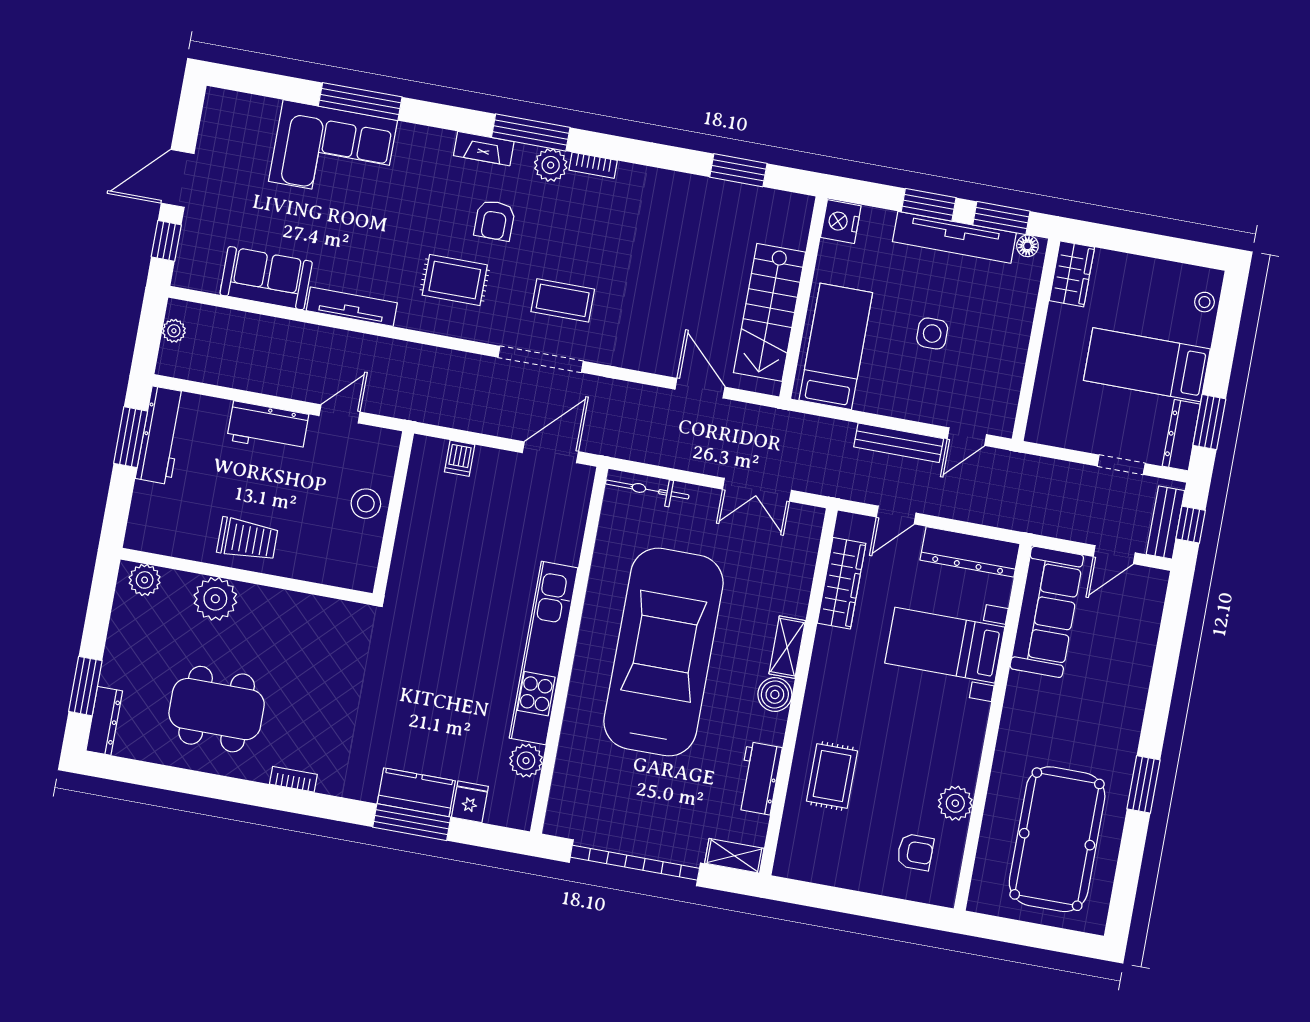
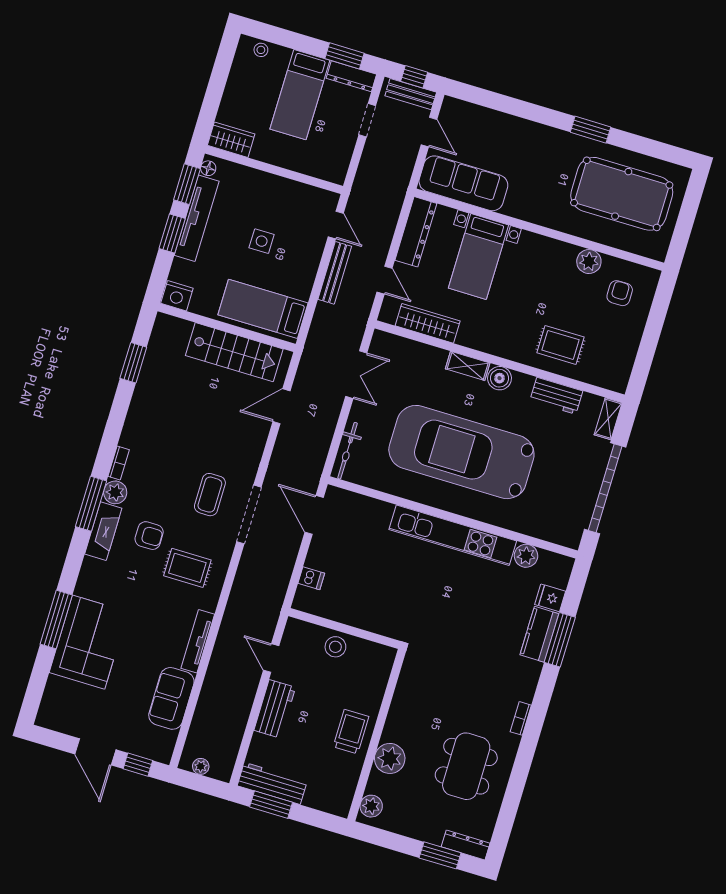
fireplace: (484, 149) -> (103, 531), width x1.37, depth x1.32
rug: (455, 280) -> (187, 568), turned 90

